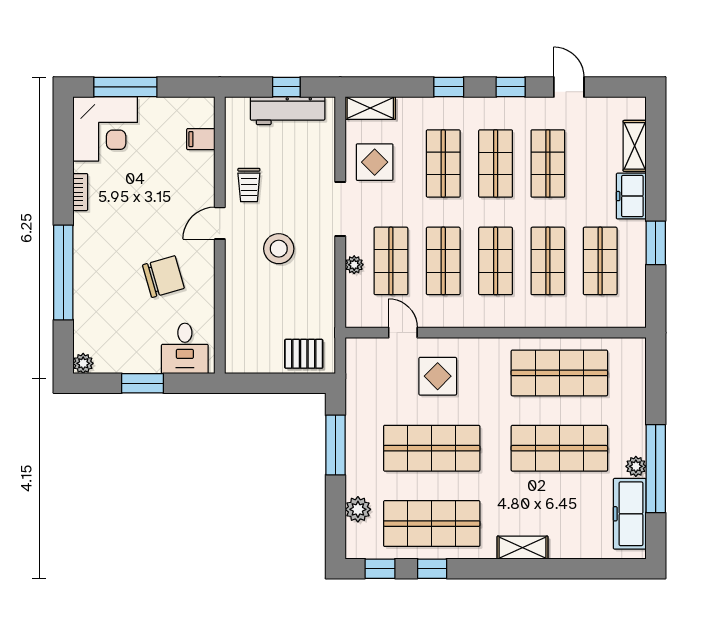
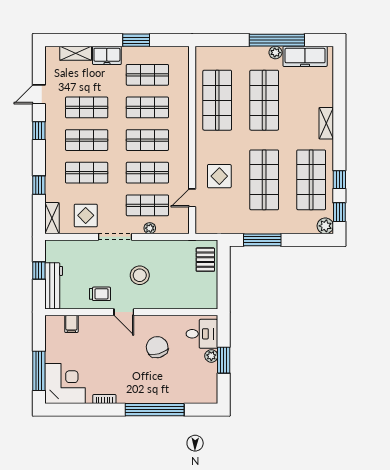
window: (449, 87) -> (39, 185), moved
workbench: (288, 111) -> (54, 286), moved
plant: (83, 363) -> (211, 356), moved
plant: (358, 509) -> (325, 226), moved

